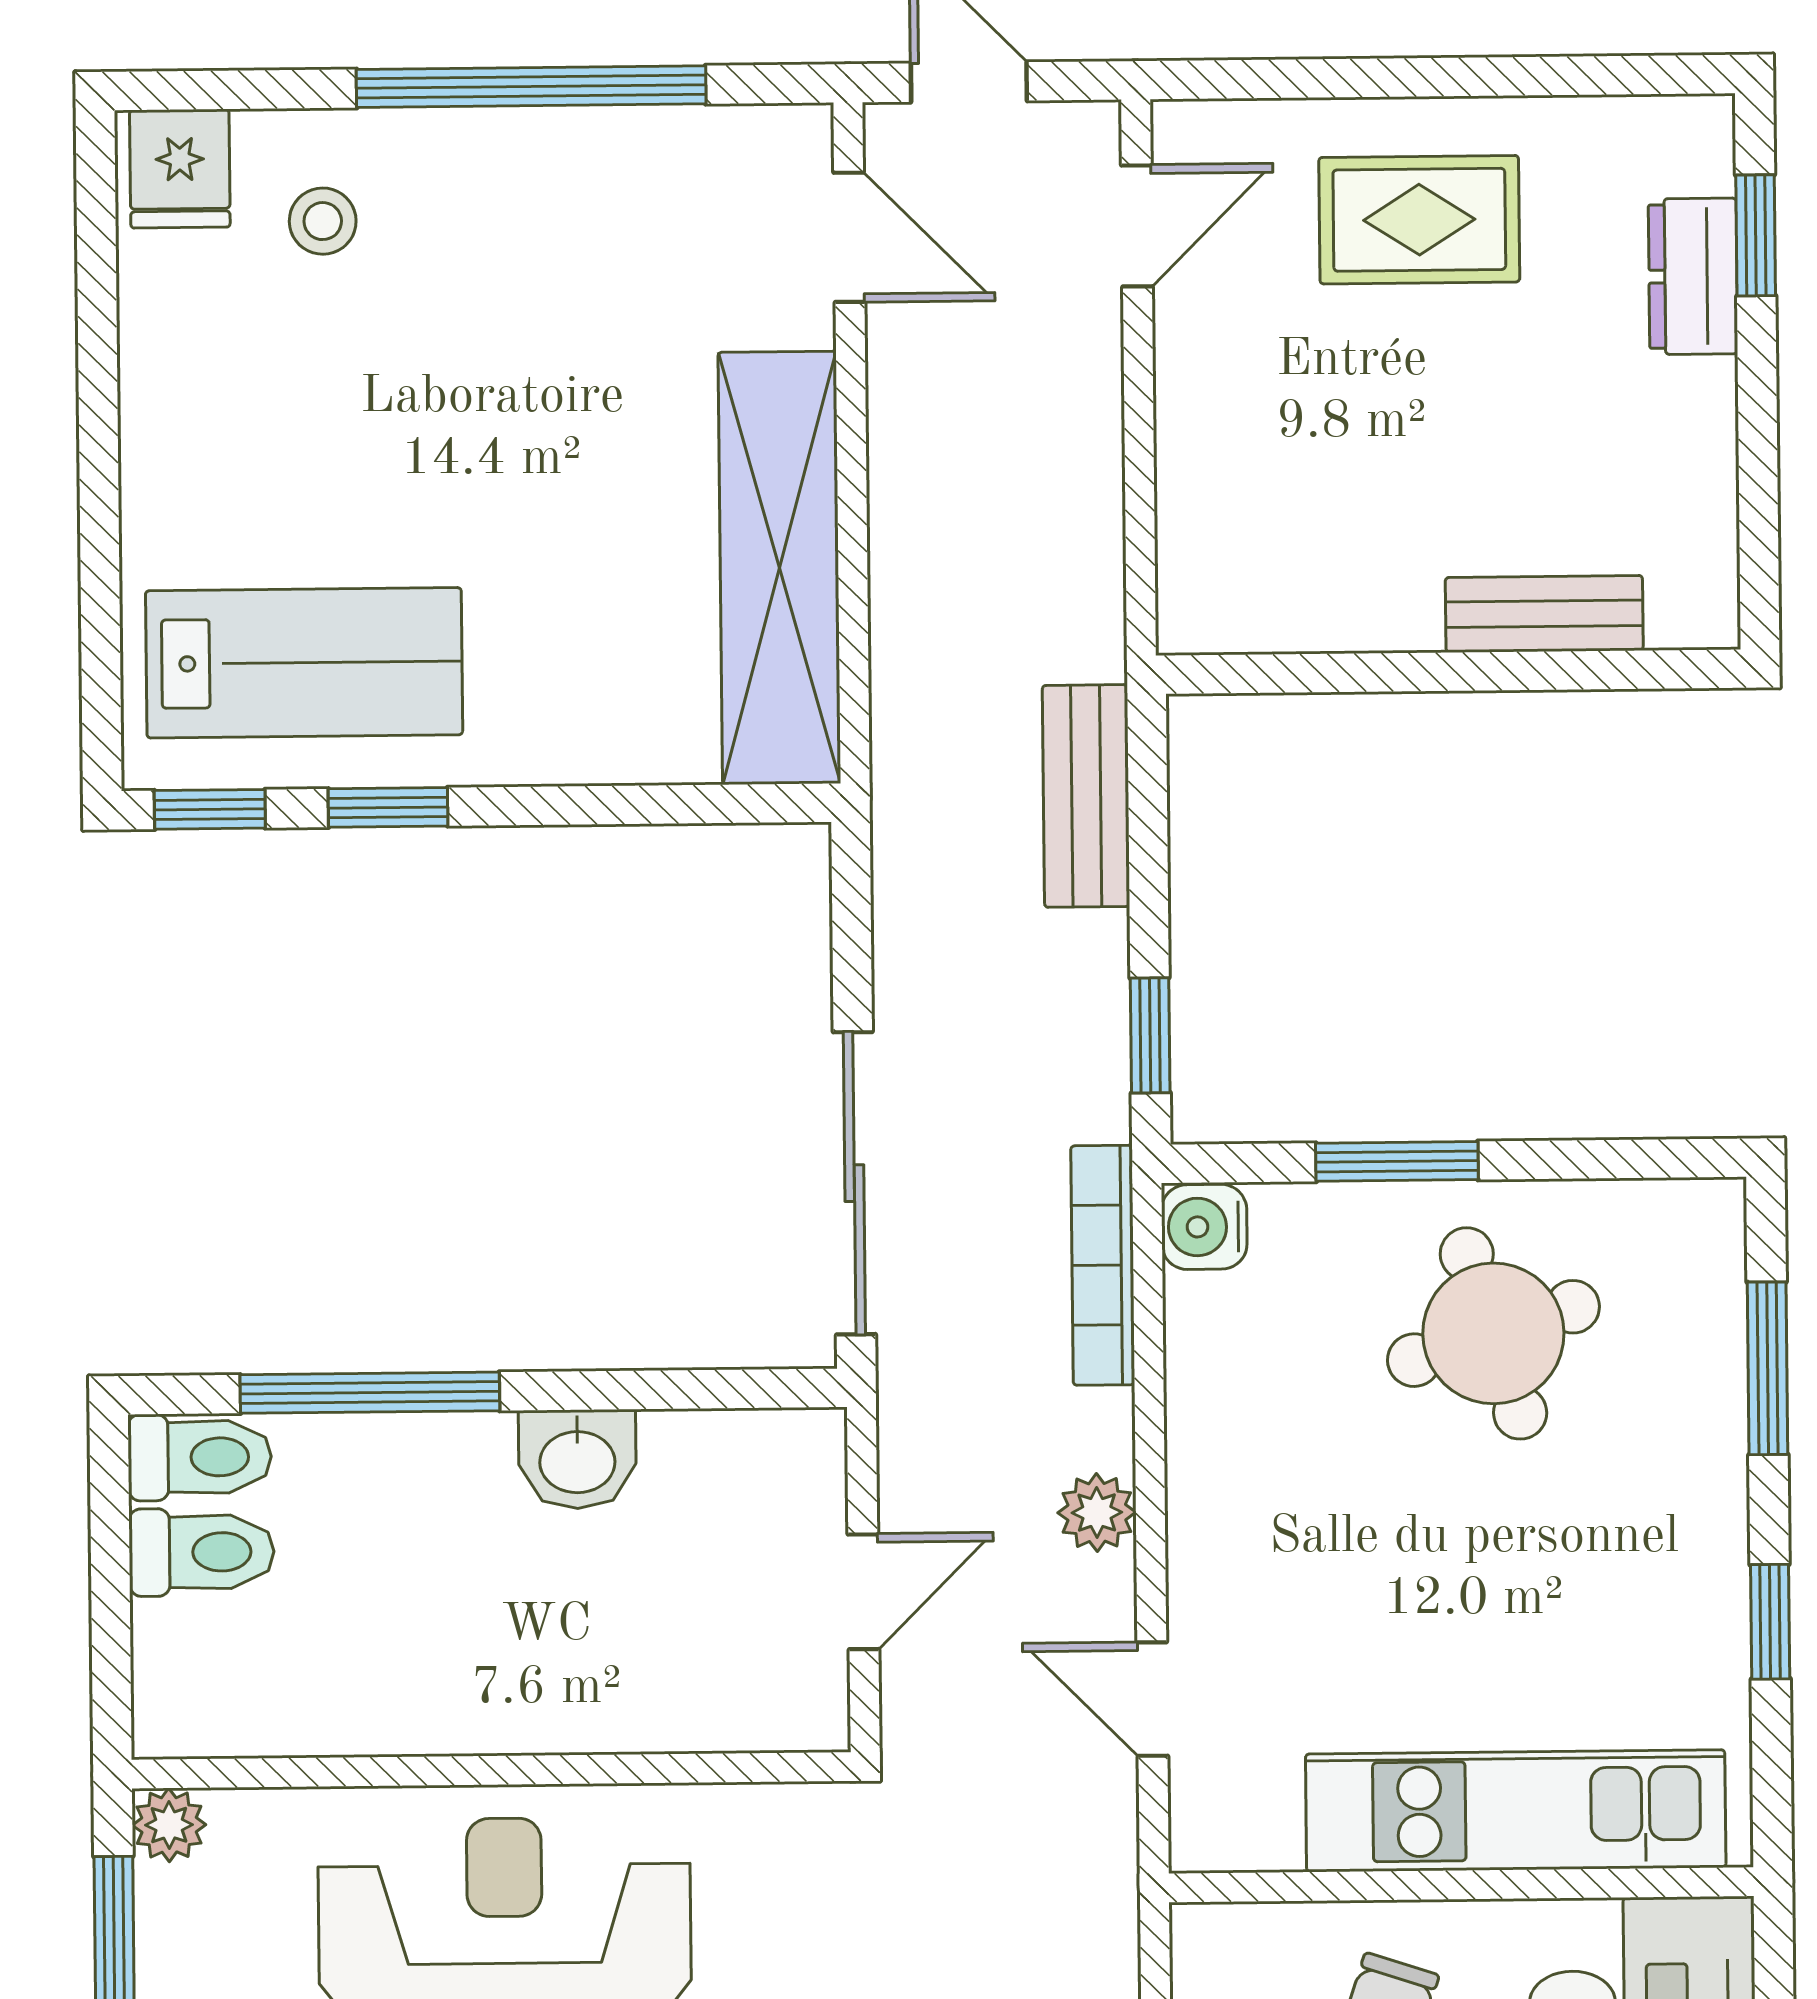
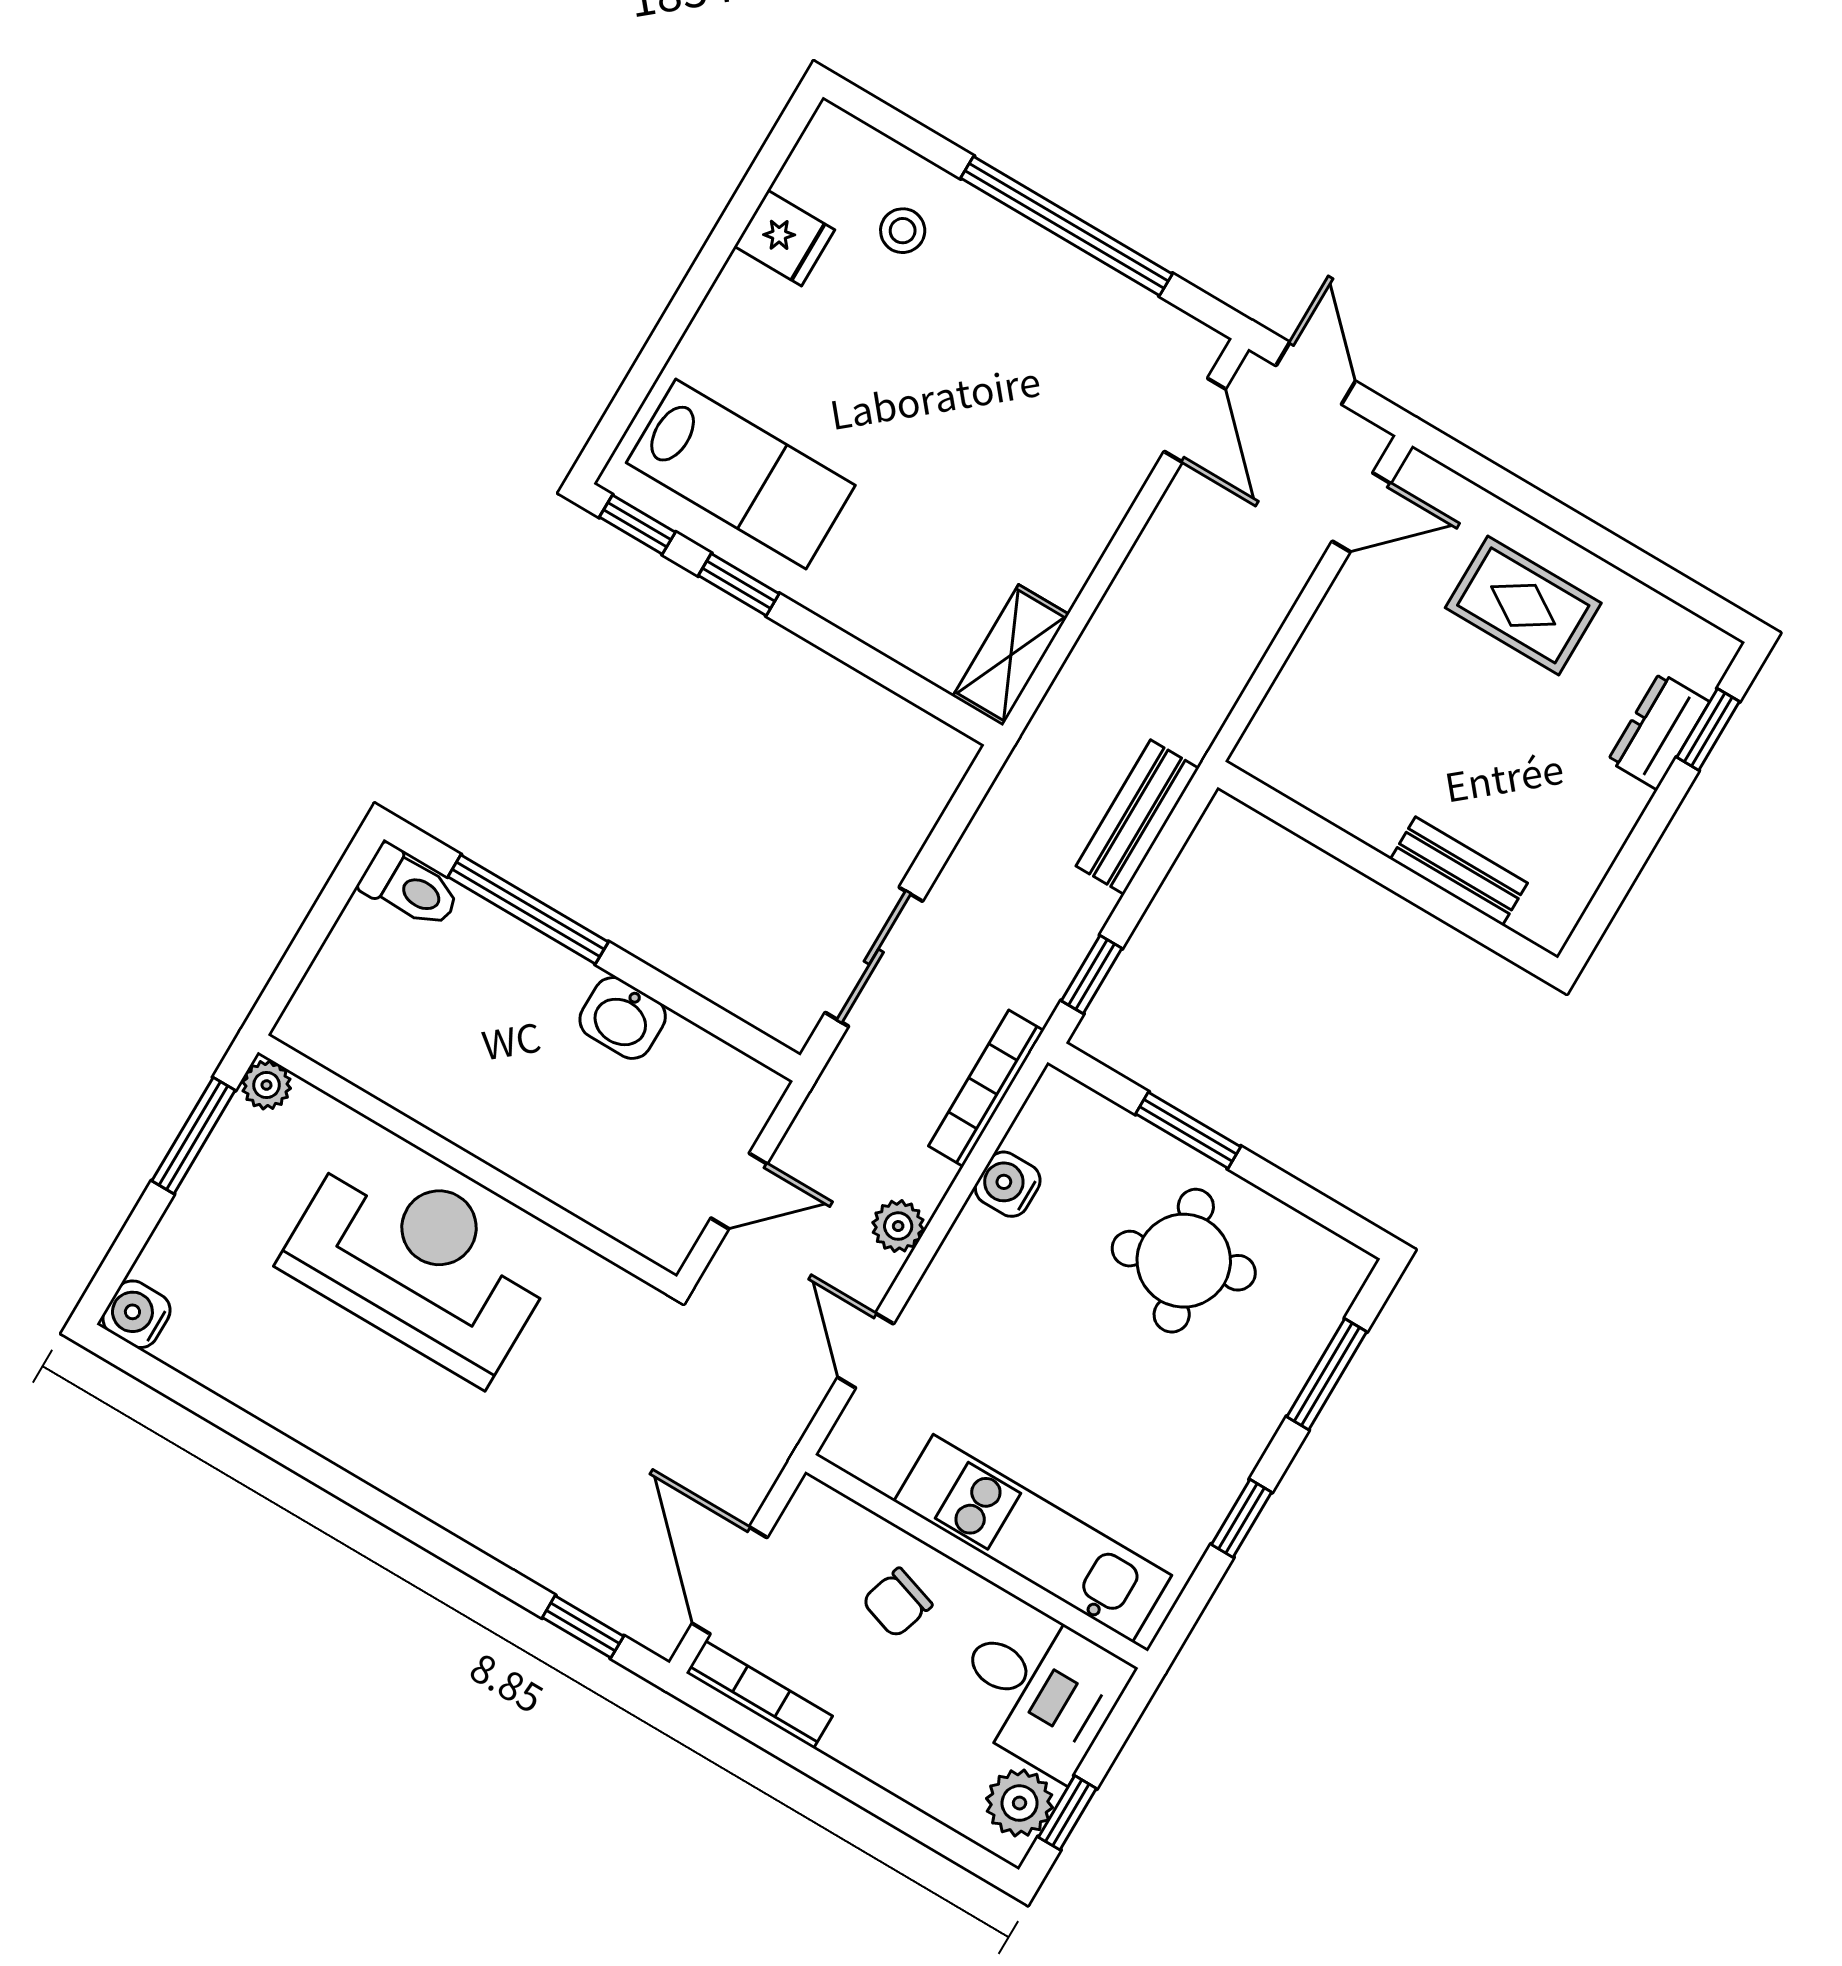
fridge: (180, 169) -> (784, 238), moved, turned -90
shelving: (779, 568) -> (1011, 655), width x0.45, depth x0.75
sliding door: (854, 1183) -> (874, 957), width x0.73
water cooler: (1204, 1227) -> (1008, 1184), moved
toilet: (202, 1552) -> (378, 942), removed

